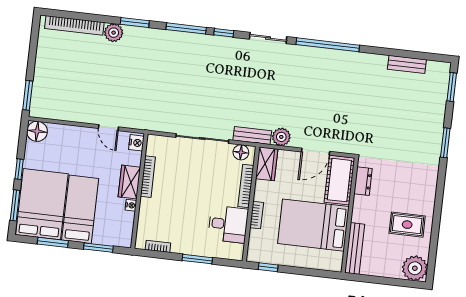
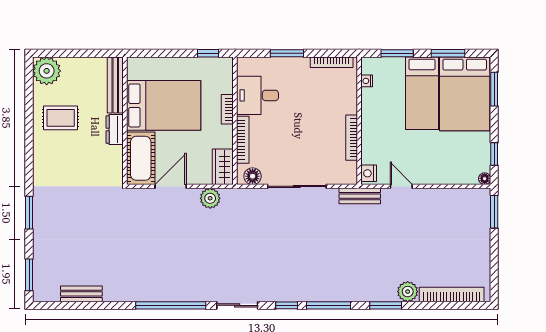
floor lamp: (37, 131) -> (485, 179), width x0.53, depth x0.53
bench: (252, 136) -> (360, 196), moved
window: (19, 169) -> (494, 154), moved
dresser: (363, 181) -> (115, 130), moved
wardrobe: (129, 182) -> (371, 129), removed
nightstand: (131, 205) -> (367, 81), moved
bookcase: (158, 246) -> (332, 62), width x1.56

